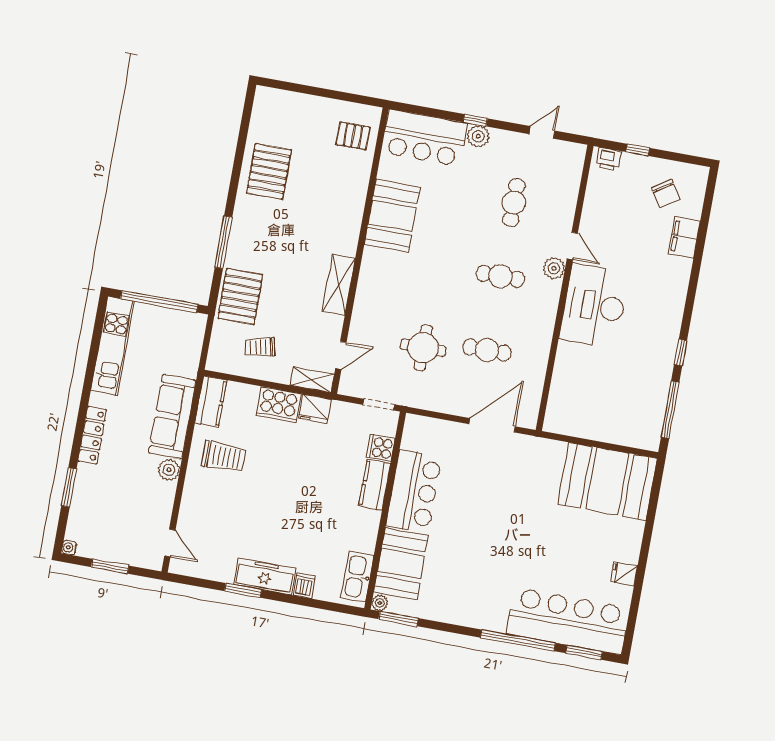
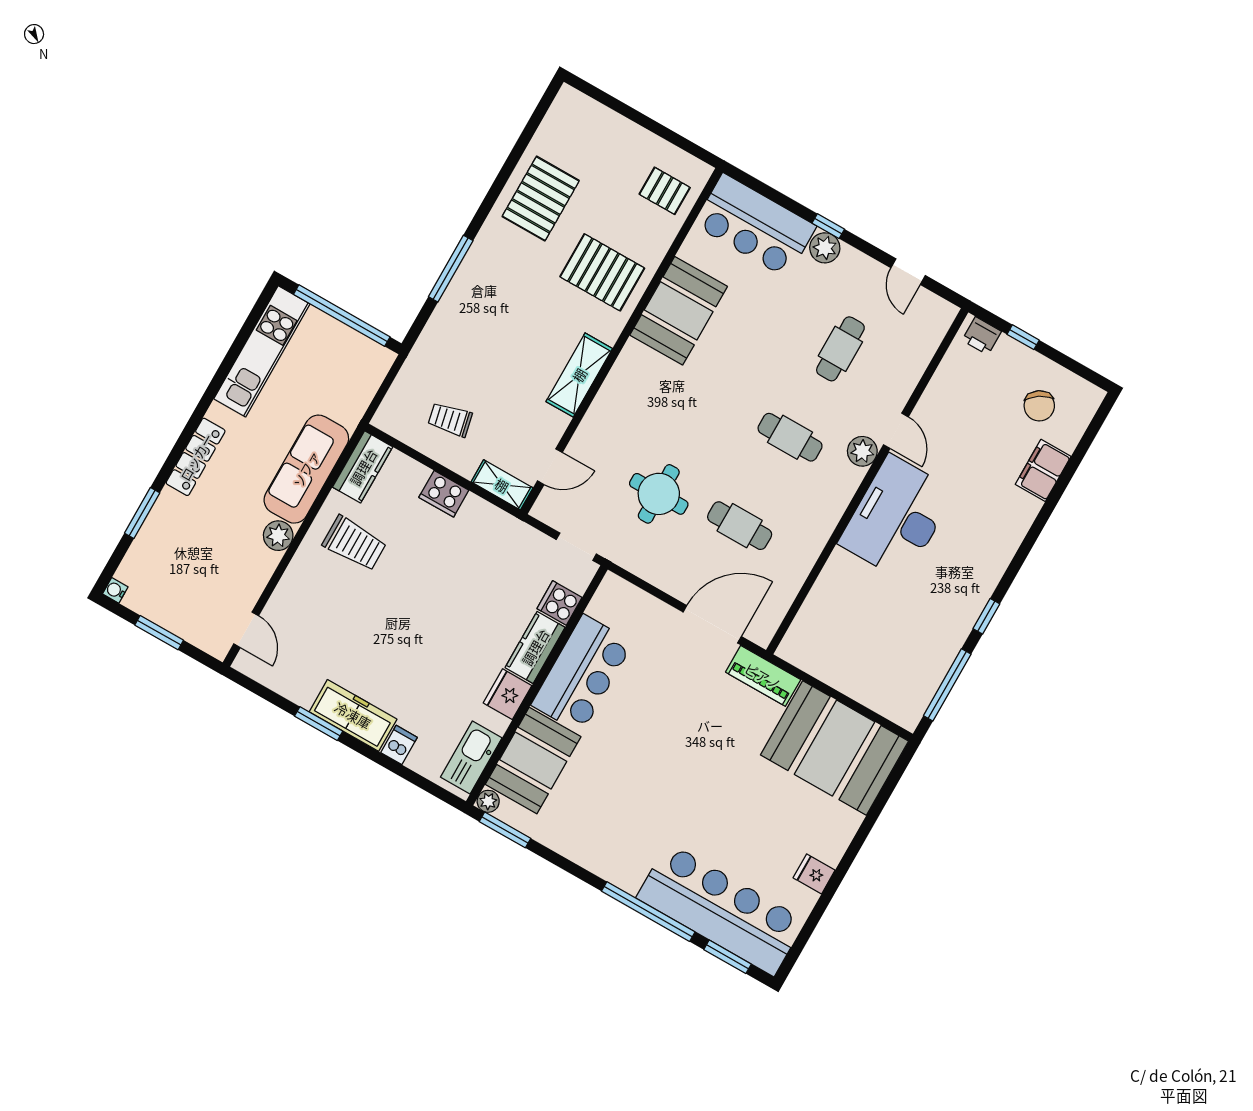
door: (542, 132) -> (908, 272), swing flipped
pallet: (240, 297) -> (602, 272), moved, turned 90
cooker: (279, 405) -> (444, 494), width x0.73, depth x0.76
fridge: (315, 409) -> (507, 694), moved, turned 90
piano: (540, 449) -> (763, 676), added

